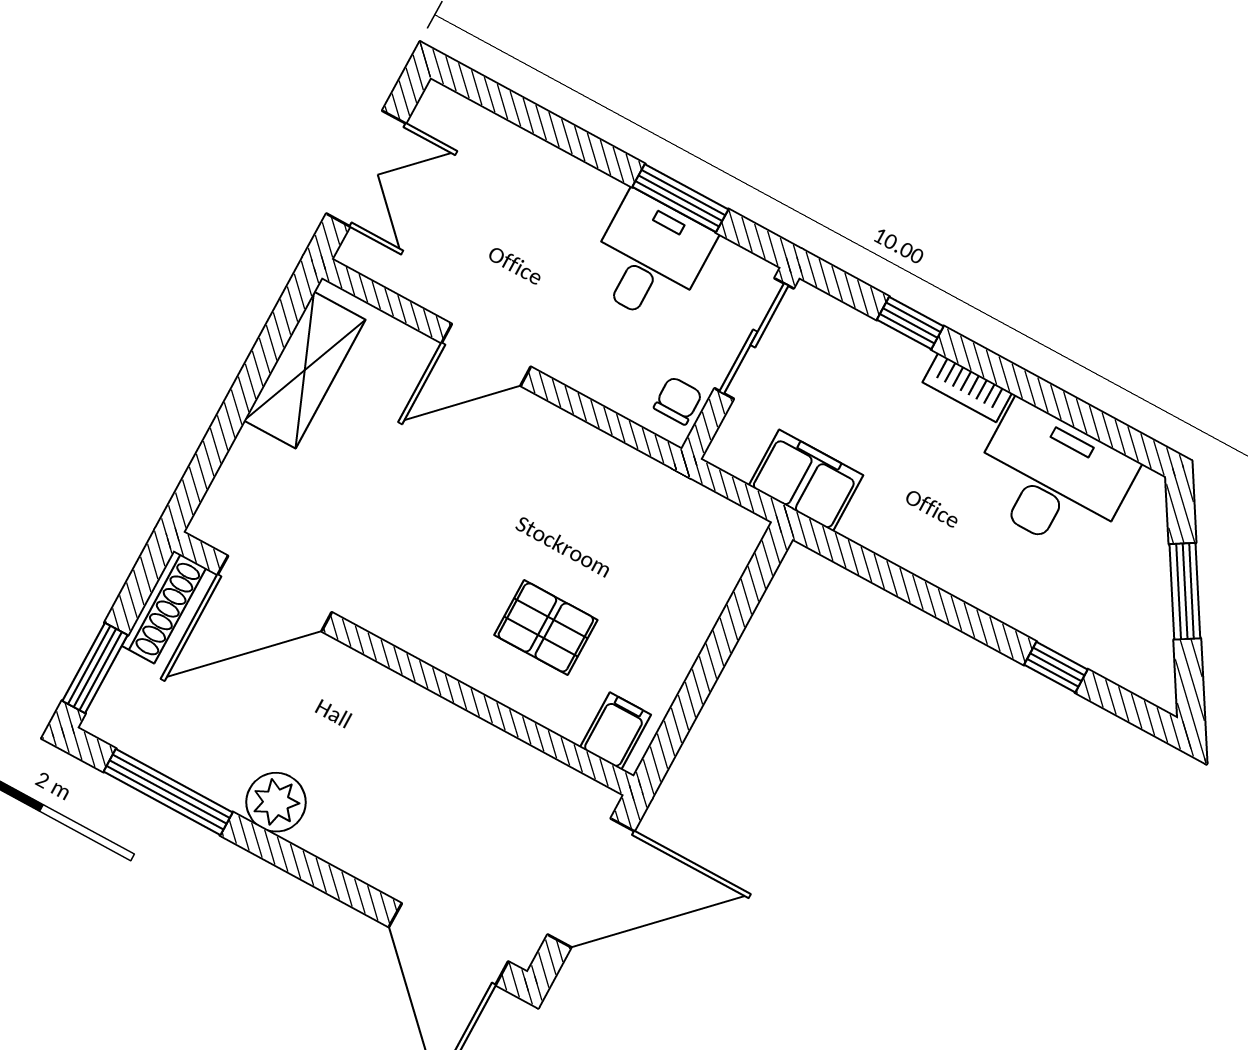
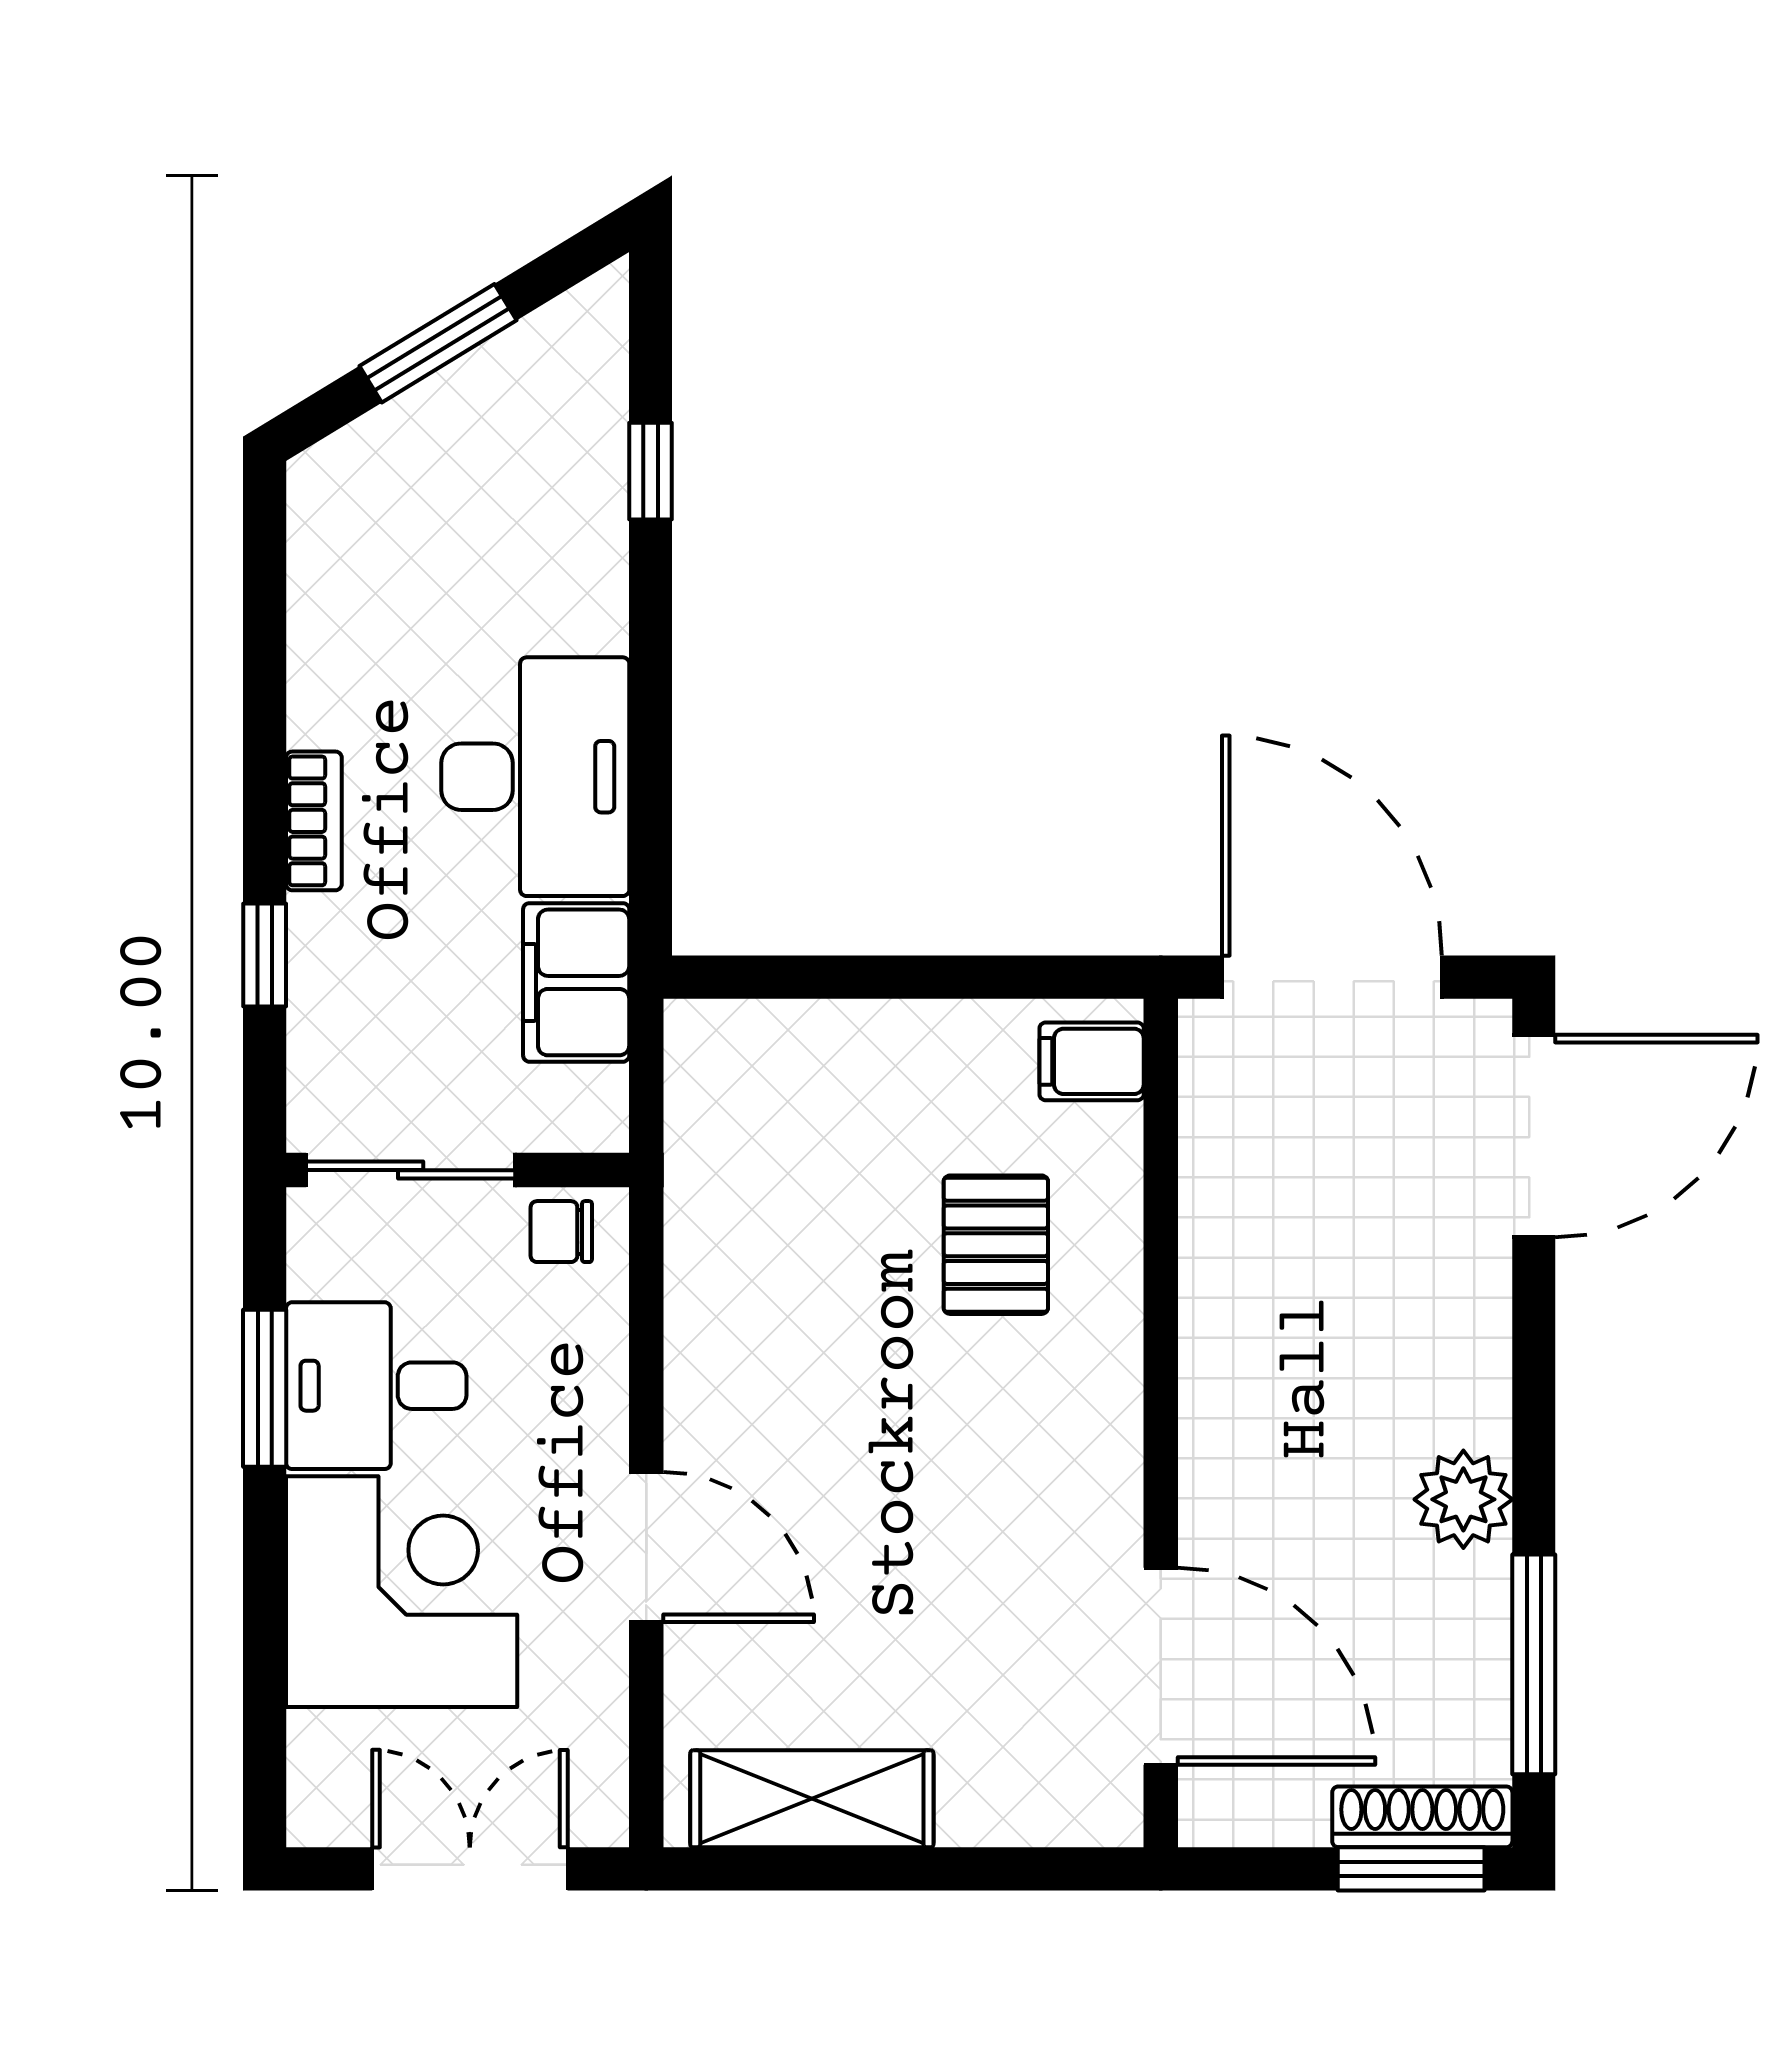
corner desk: (533, 212) -> (402, 1592), added
desk: (1052, 479) -> (535, 777), moved, turned 180
shoe rack: (164, 607) -> (1422, 1817), moved

